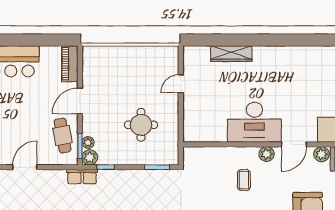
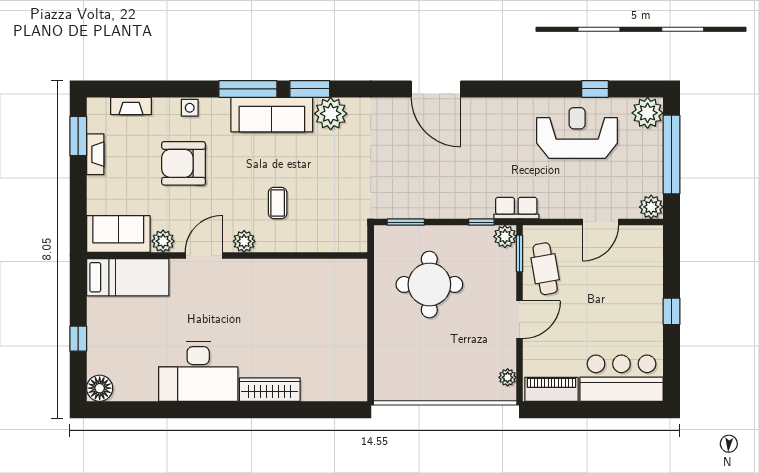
wardrobe: (231, 54) -> (270, 390), moved
piano: (70, 64) -> (551, 389), moved, turned -90
door: (181, 84) -> (371, 345), removed
desk: (254, 122) -> (198, 372), moved, turned 180
round table: (141, 125) -> (429, 284), width x1.36, depth x1.36
plant: (88, 143) -> (508, 377), moved

